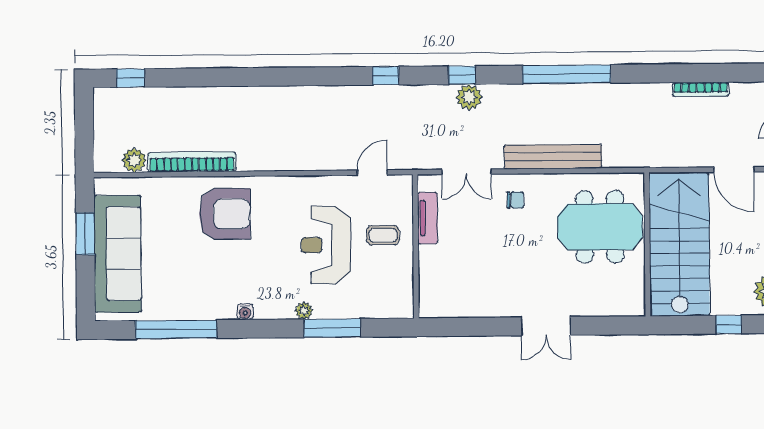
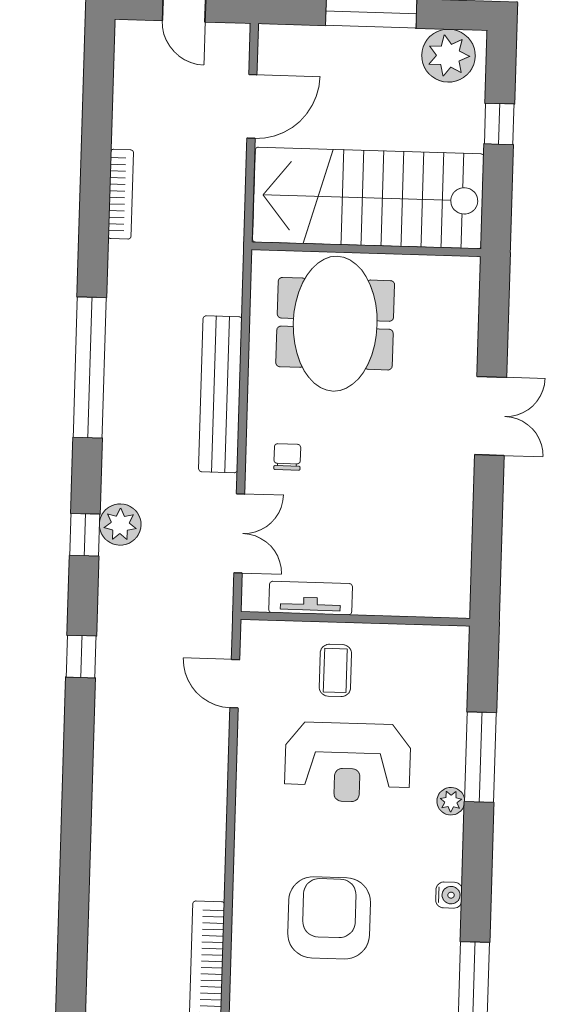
bookcase: (701, 89) -> (121, 194), moved
armchair: (225, 214) -> (329, 918), moved

